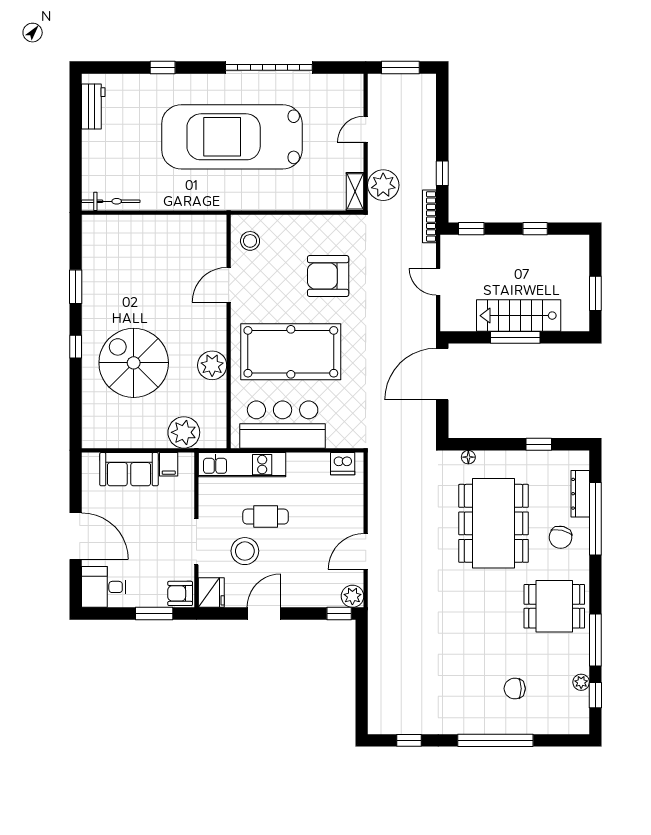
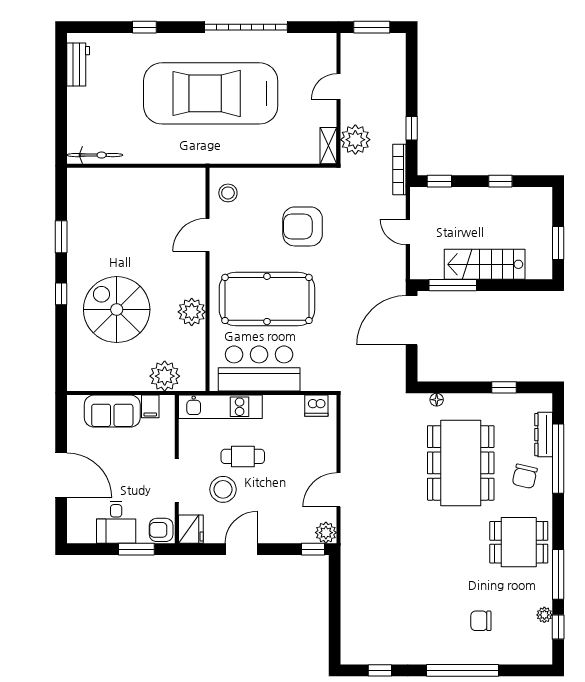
window: (515, 337) -> (453, 285), moved
desk: (104, 587) -> (116, 522), moved, turned -90

